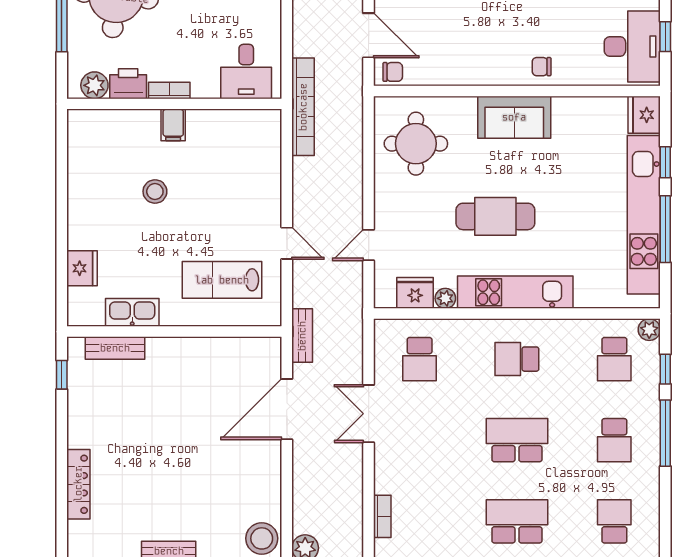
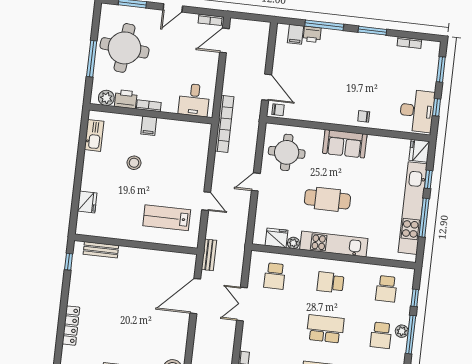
door: (369, 245) -> (256, 182), moved
kitchen sink: (132, 312) -> (94, 135), moved, turned 90
plant: (649, 330) -> (402, 331), moved

